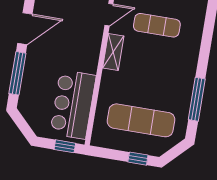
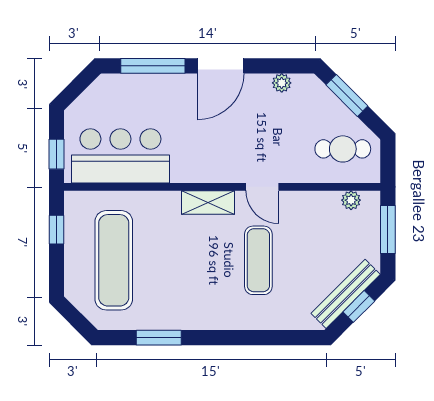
door: (25, 29) -> (221, 66), hinge flipped
window: (197, 99) -> (159, 338), width x0.69
window: (138, 159) -> (57, 230), moved

